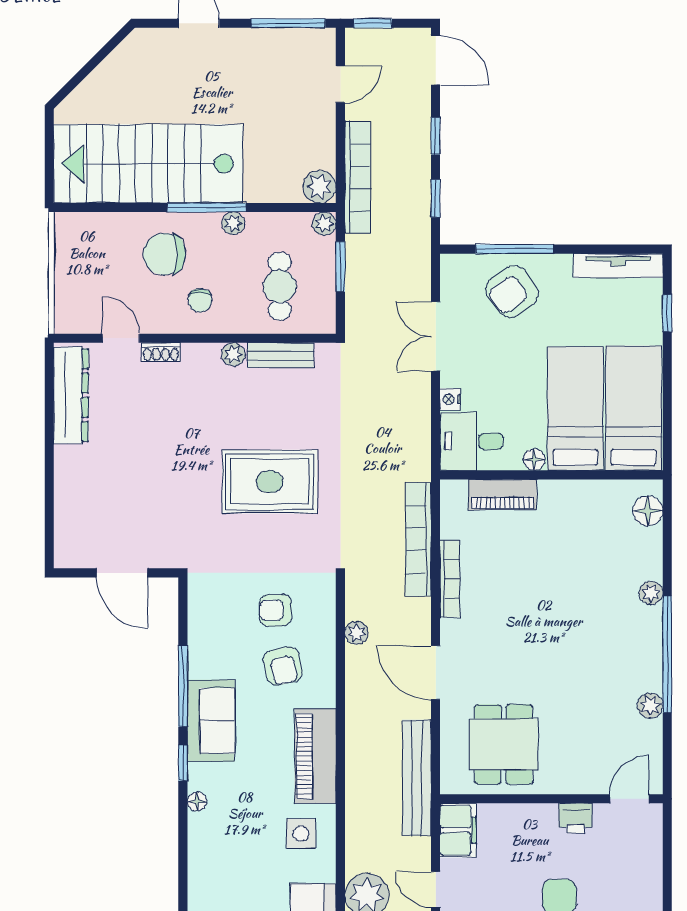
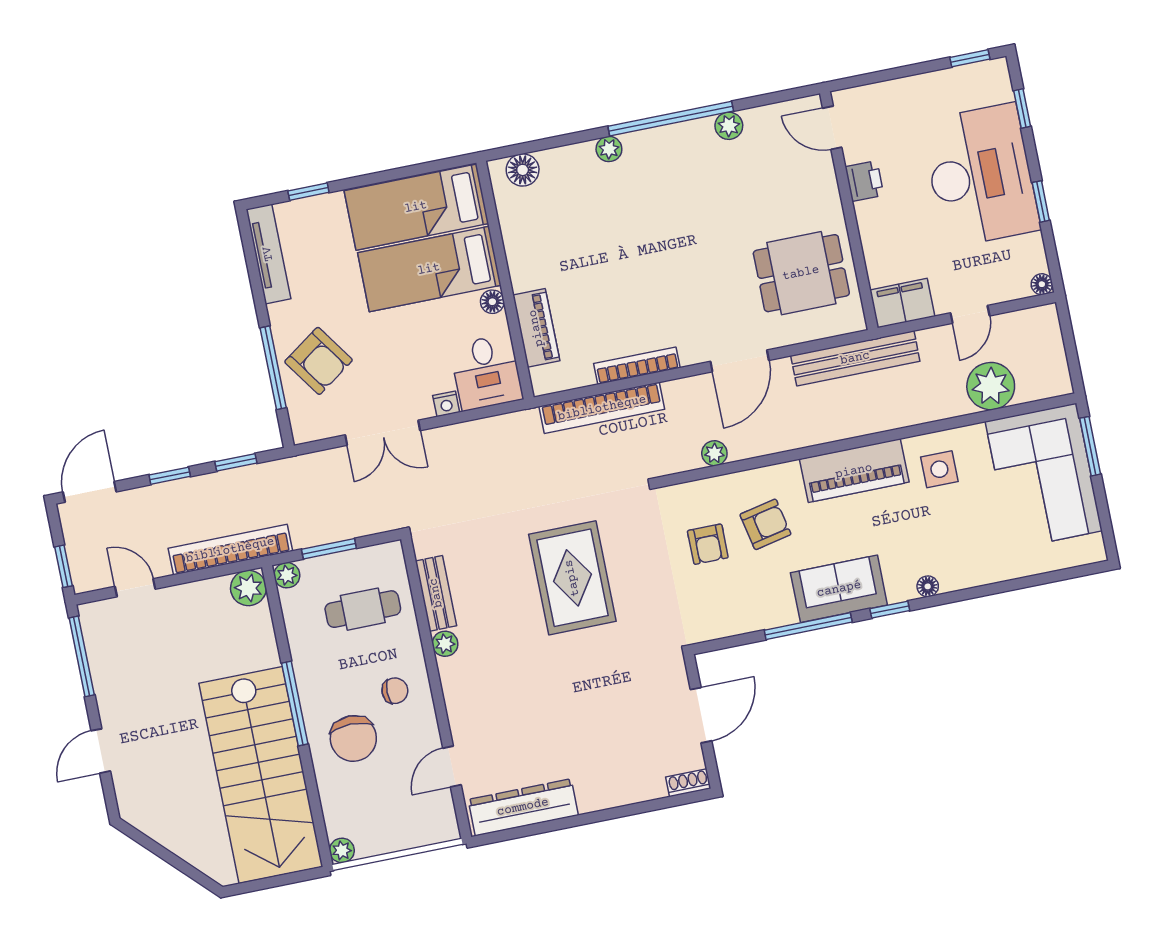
plant: (233, 223) -> (342, 850), moved
shoe rack: (161, 352) -> (688, 783), moved, turned -90

